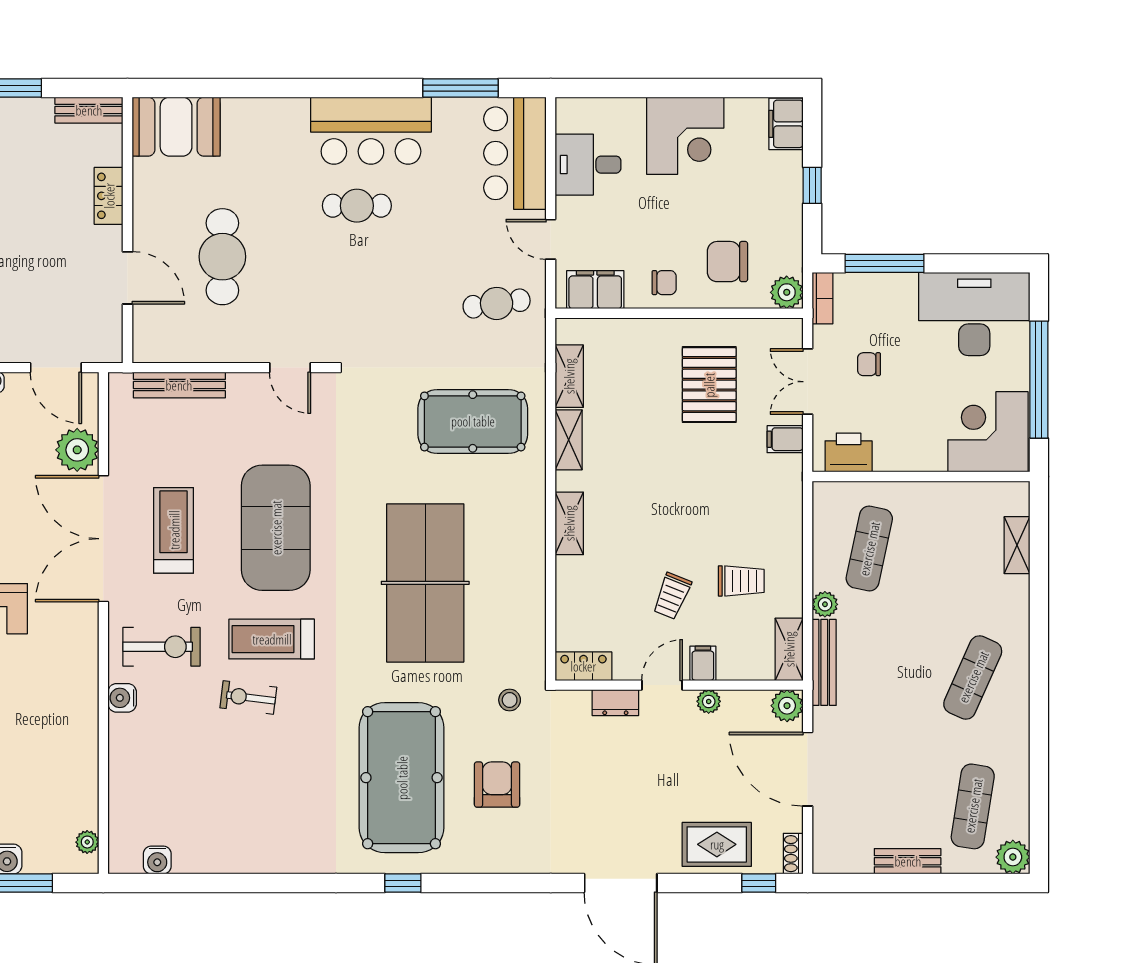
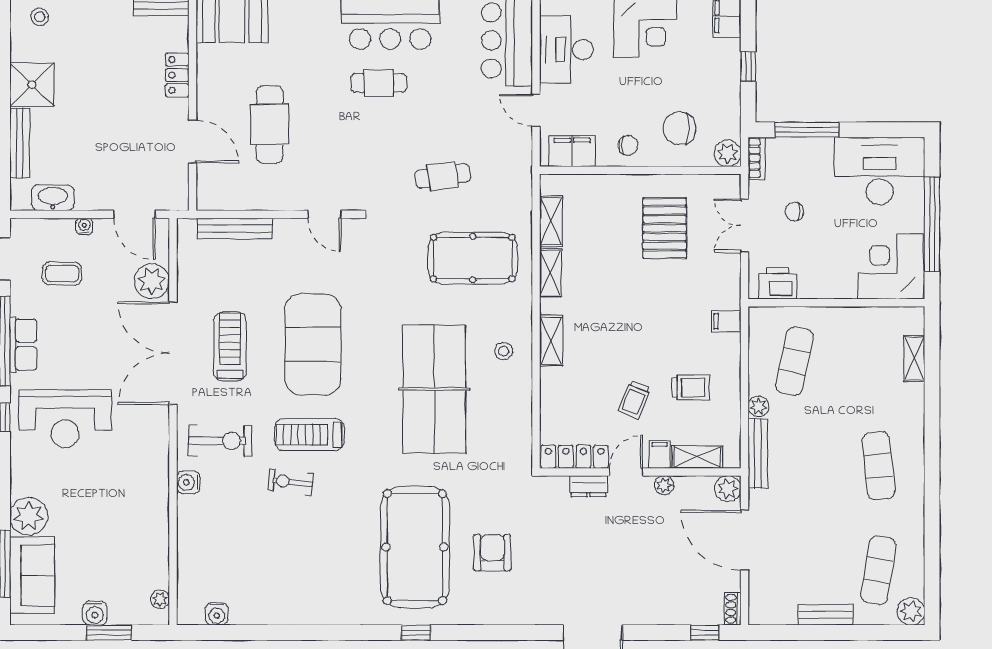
desk: (588, 165) -> (566, 50), width x1.37
cafe table: (497, 303) -> (443, 176), moved
filing cabinet: (785, 439) -> (726, 321), moved
shelving: (789, 649) -> (697, 457), moved, turned 90
locker: (583, 666) -> (575, 457), width x1.53
exercise mat: (973, 677) -> (878, 466), turned -30
stool: (510, 700) -> (504, 351), moved
rug: (717, 844) -> (671, 601), removed

